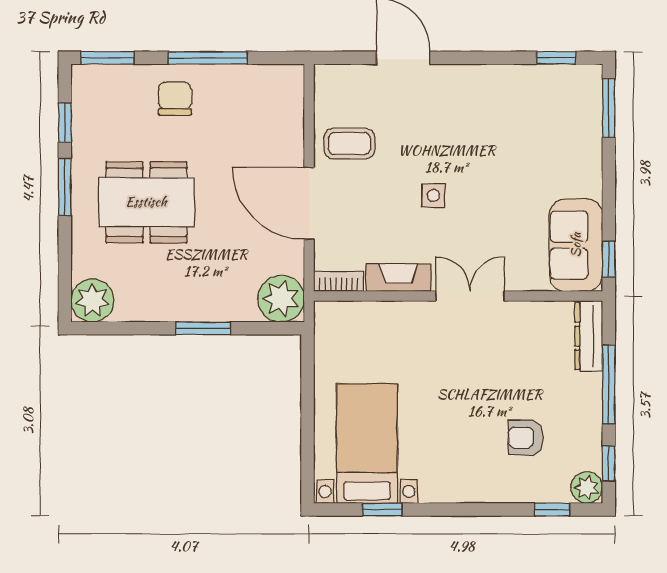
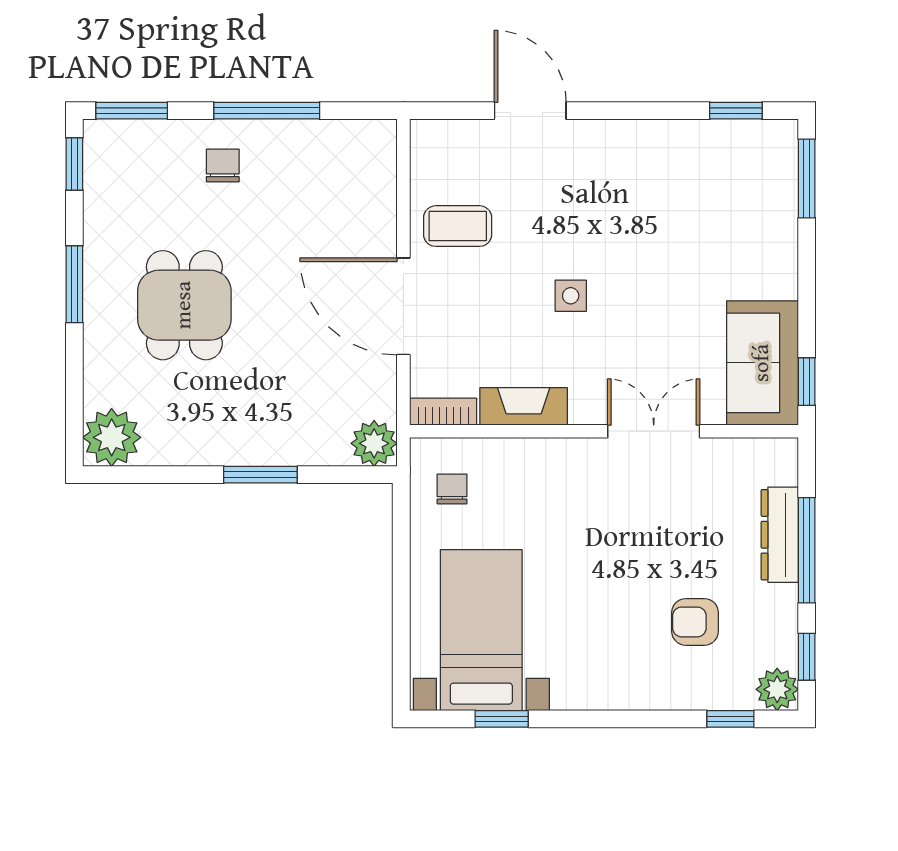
chair: (175, 99) -> (223, 165), width x0.73, depth x0.73
window: (65, 123) -> (74, 164), moved
dining table: (146, 202) -> (184, 305), width x0.73
double door: (470, 296) -> (654, 431), moved
plant: (281, 299) -> (374, 443), width x0.73, depth x0.73
dresser: (589, 336) -> (780, 535), moved
chair: (345, 339) -> (452, 489), added

